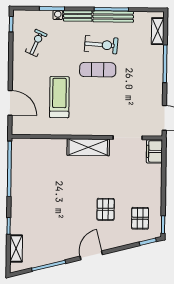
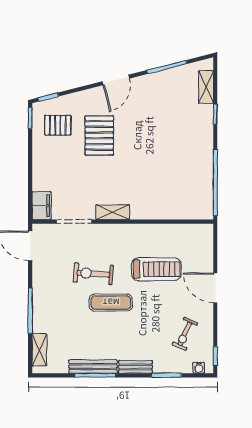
water cooler: (58, 15) -> (199, 368), moved
exercise bike: (101, 45) -> (93, 274), moved
treadmill: (59, 97) -> (156, 269), turned -90
door: (10, 103) -> (215, 288), moved
shelving: (88, 147) -> (113, 212), width x0.67, depth x0.75
pallet: (106, 209) -> (99, 135), width x1.50, depth x1.42
pallet: (140, 218) -> (58, 125), turned 90

